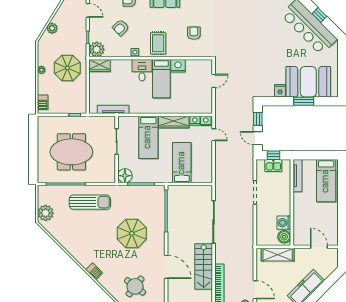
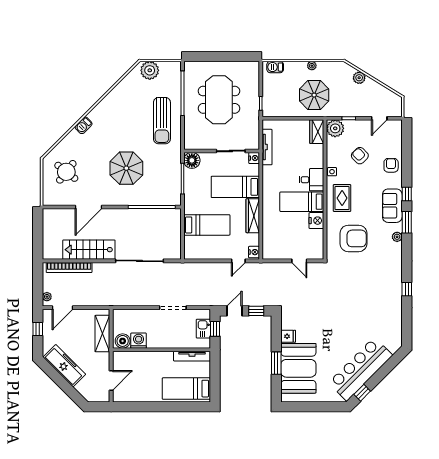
window: (319, 15) -> (362, 393), moved
armchair: (194, 33) -> (353, 238), width x1.88, depth x1.88
rug: (158, 43) -> (342, 198), turned 90
nightstand: (195, 121) -> (254, 158), moved

